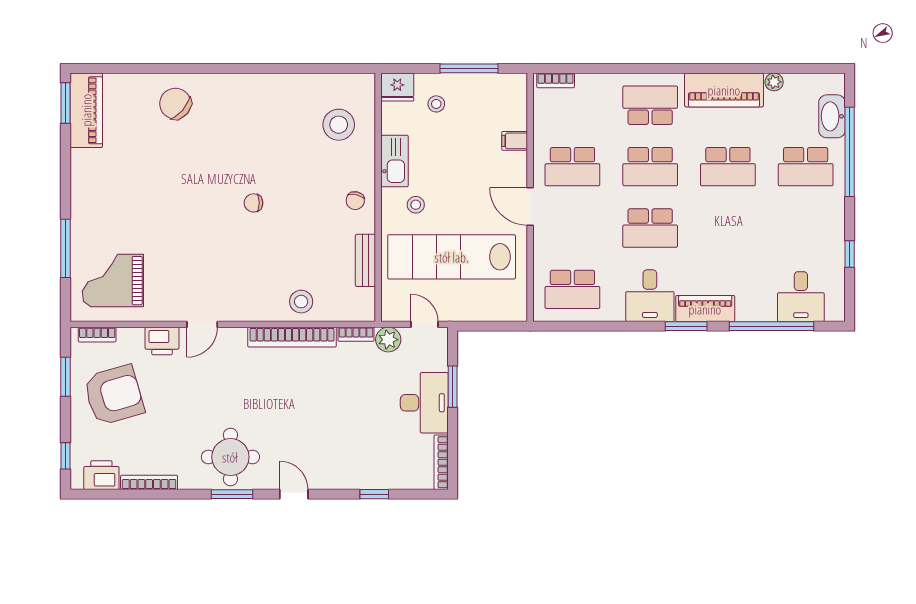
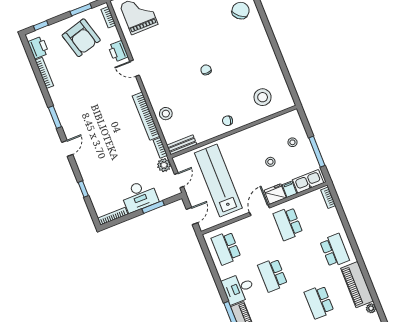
fridge: (397, 87) -> (275, 194), moved, turned 90
kitchen sink: (395, 161) -> (308, 181), moved, turned 180
school desk: (650, 167) -> (304, 263), removed
stool: (416, 205) -> (270, 162), moved
bench: (365, 260) -> (182, 145), moved
door: (494, 326) -> (192, 216), added
round table: (230, 457) -> (73, 109), removed

